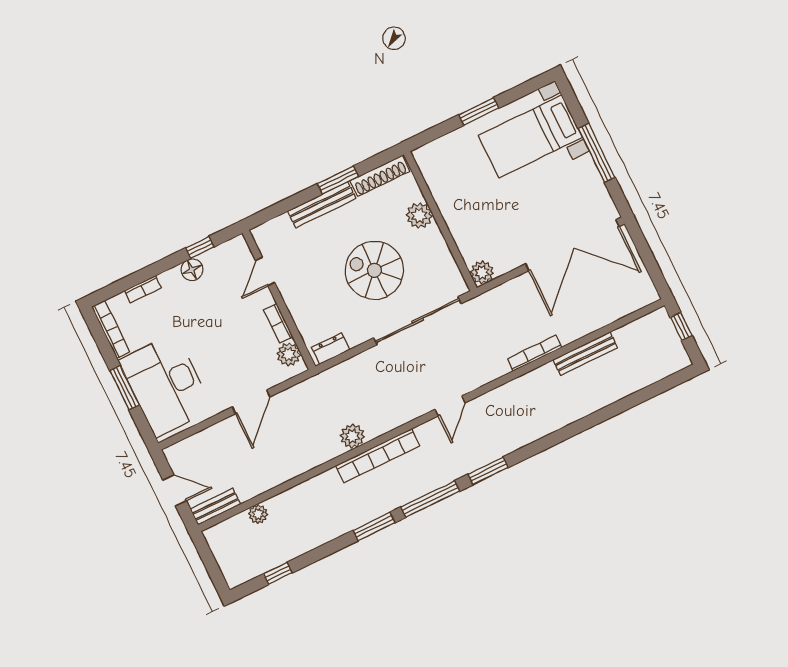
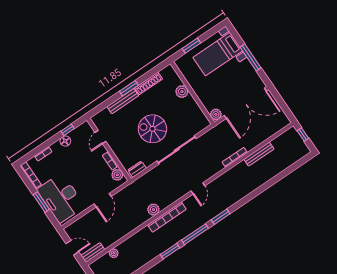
plant: (419, 216) -> (182, 92), moved
wall: (440, 221) -> (192, 93), moved
plant: (482, 272) -> (216, 114), moved

